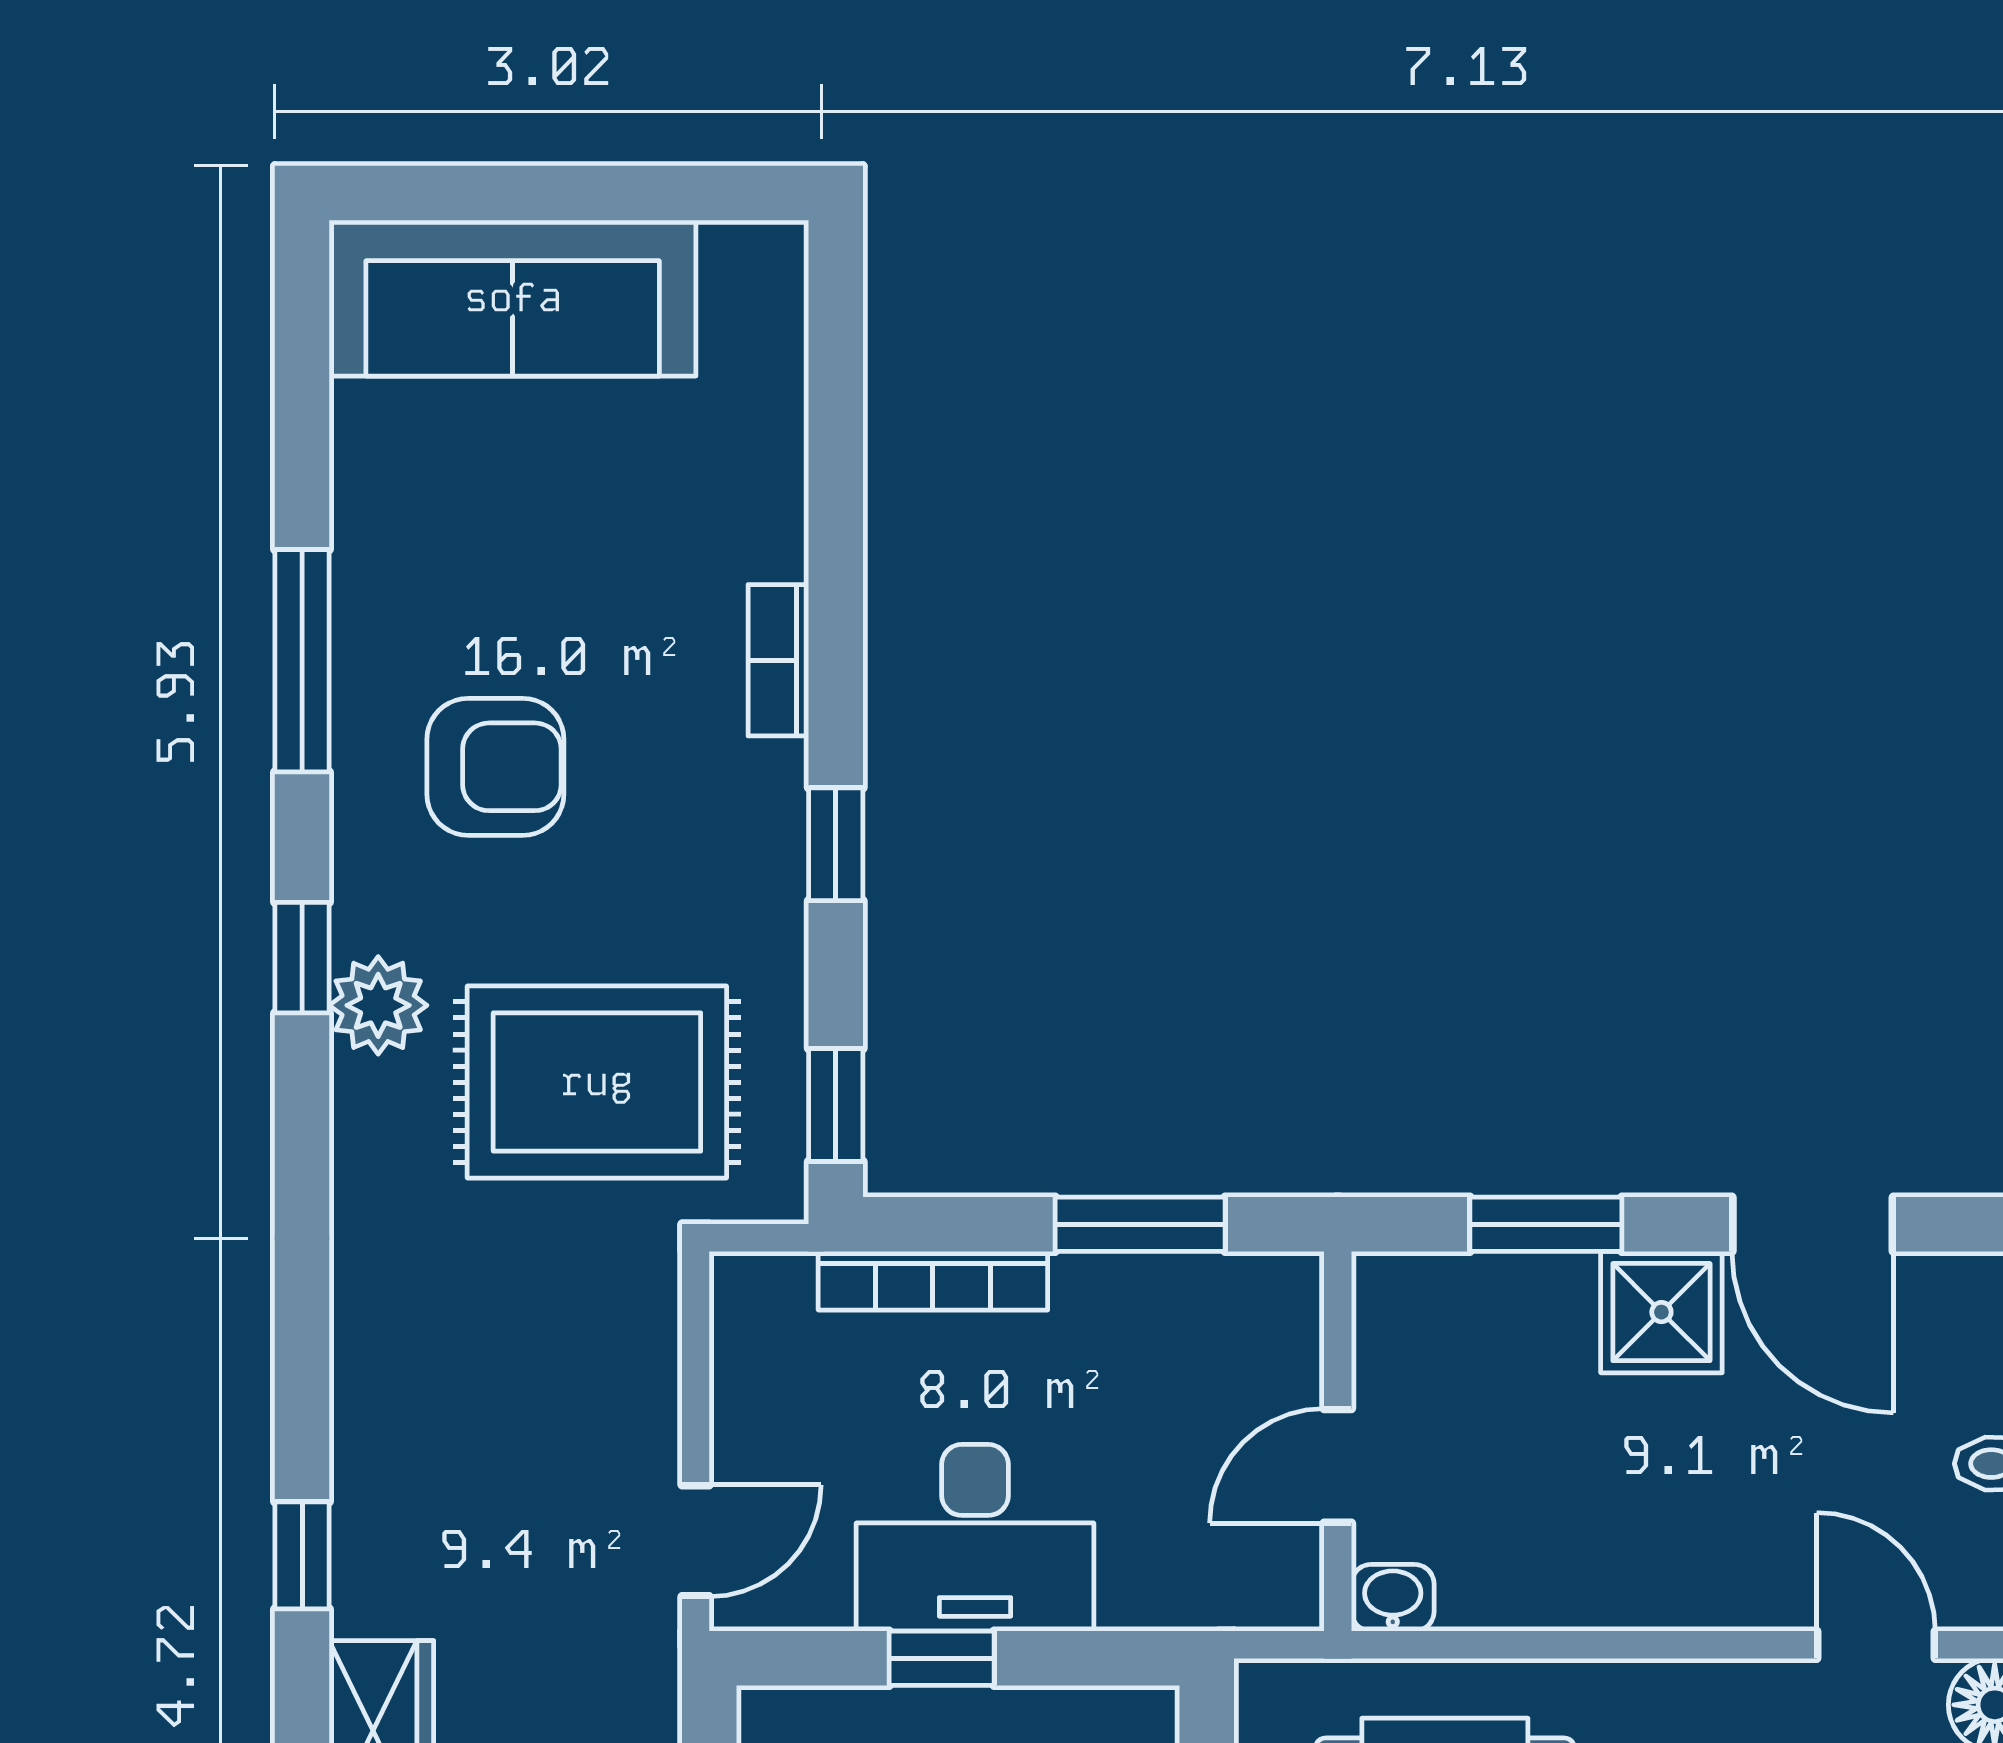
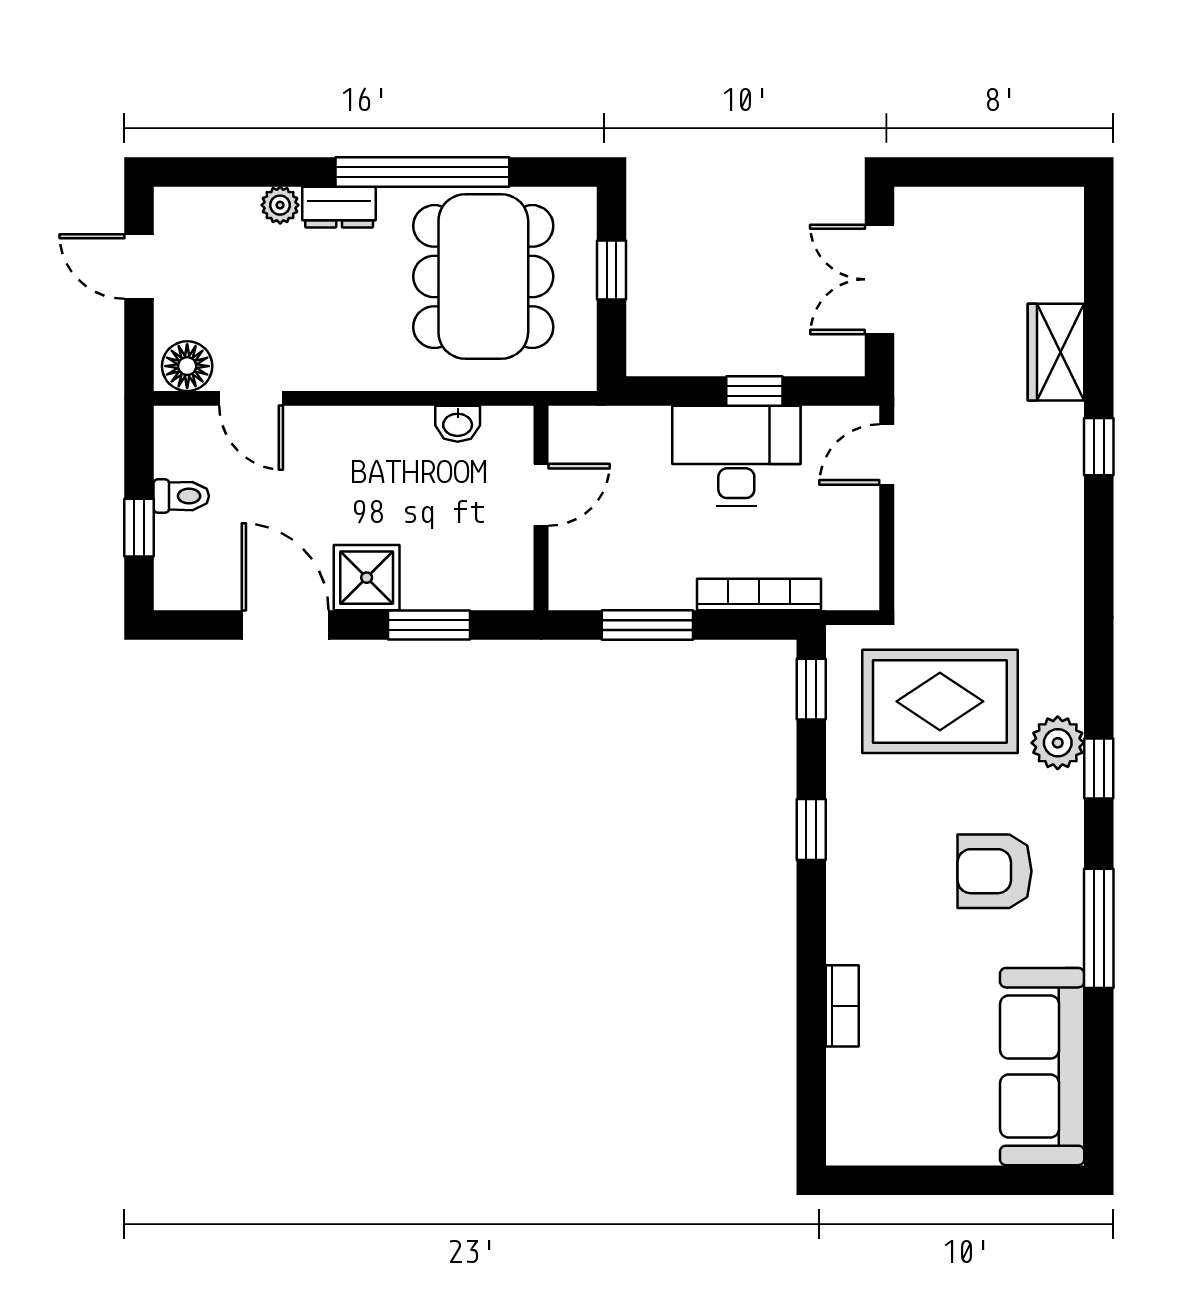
sofa: (513, 298) -> (1042, 1067), moved, turned -90
bookcase: (778, 660) -> (842, 1006), moved
washbasin: (1393, 1598) -> (458, 424), moved

